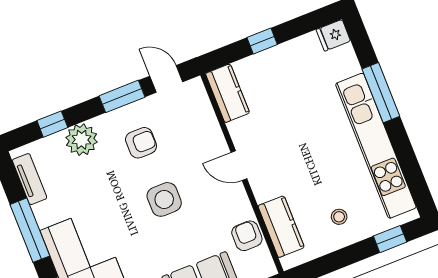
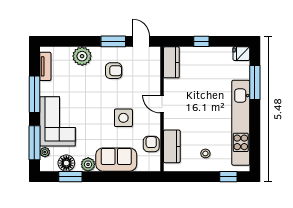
window: (381, 93) -> (255, 82), moved
window: (52, 124) -> (70, 41), removed
side table: (164, 199) -> (123, 118), moved

